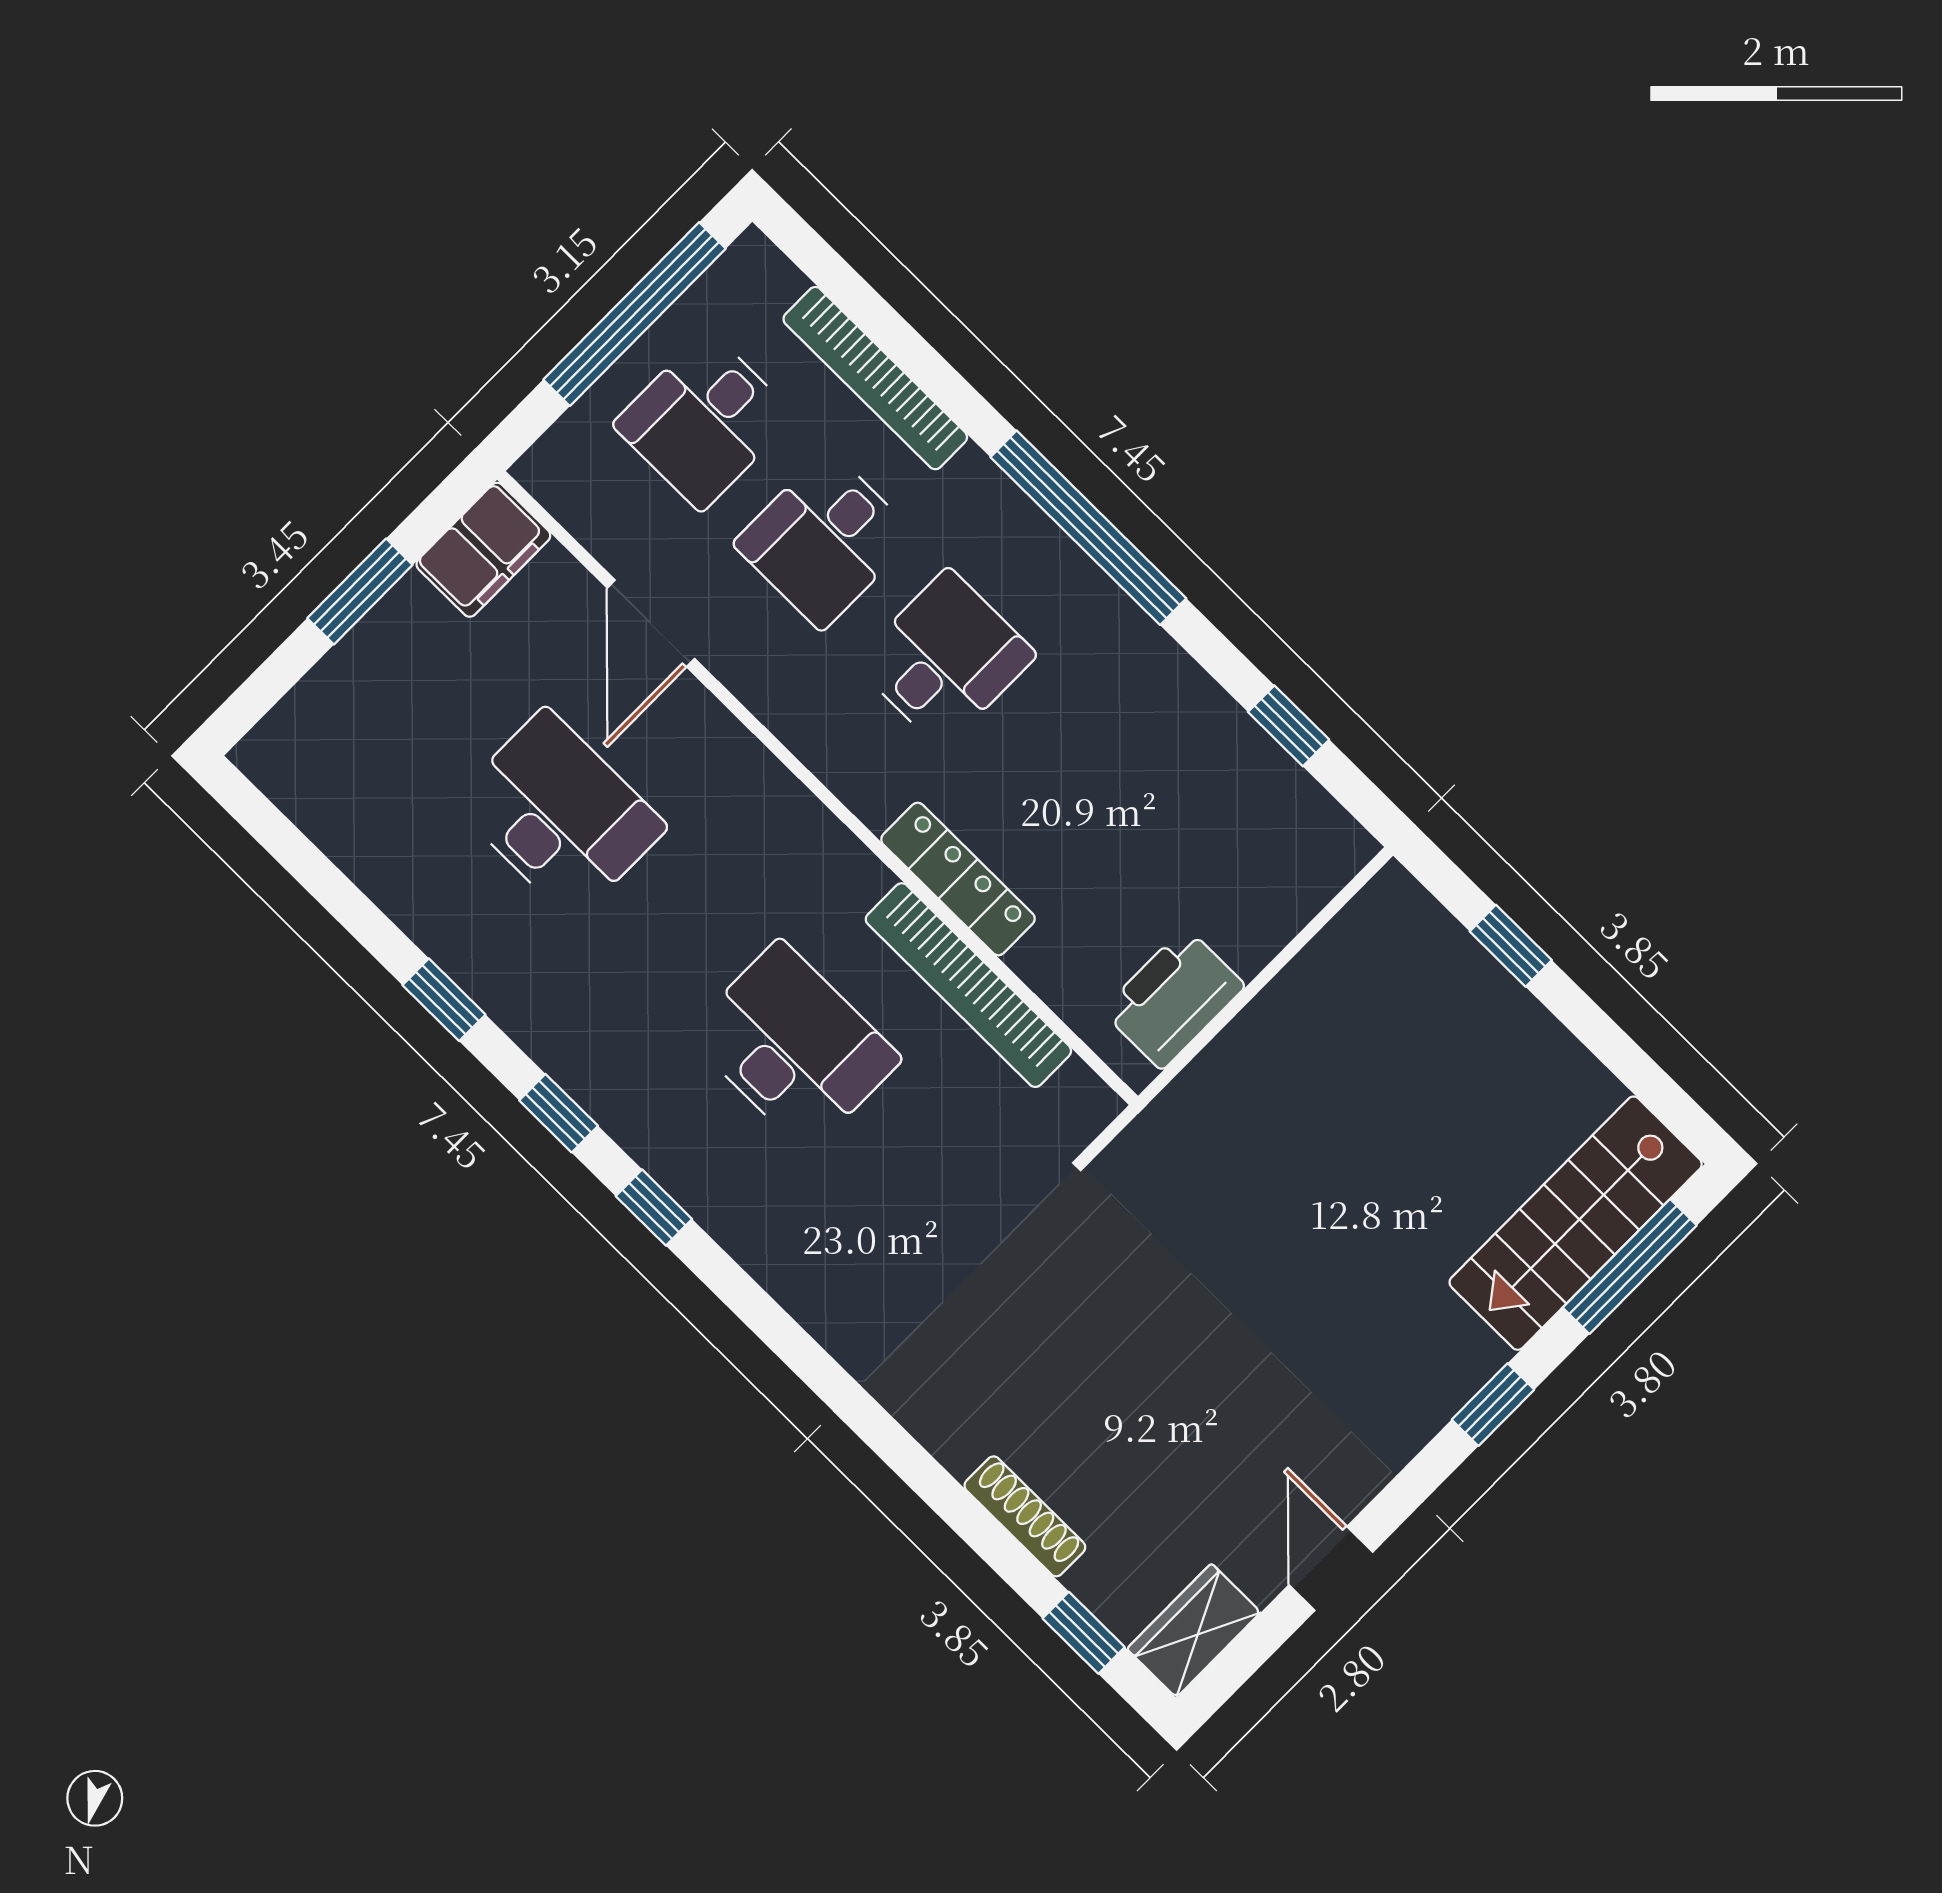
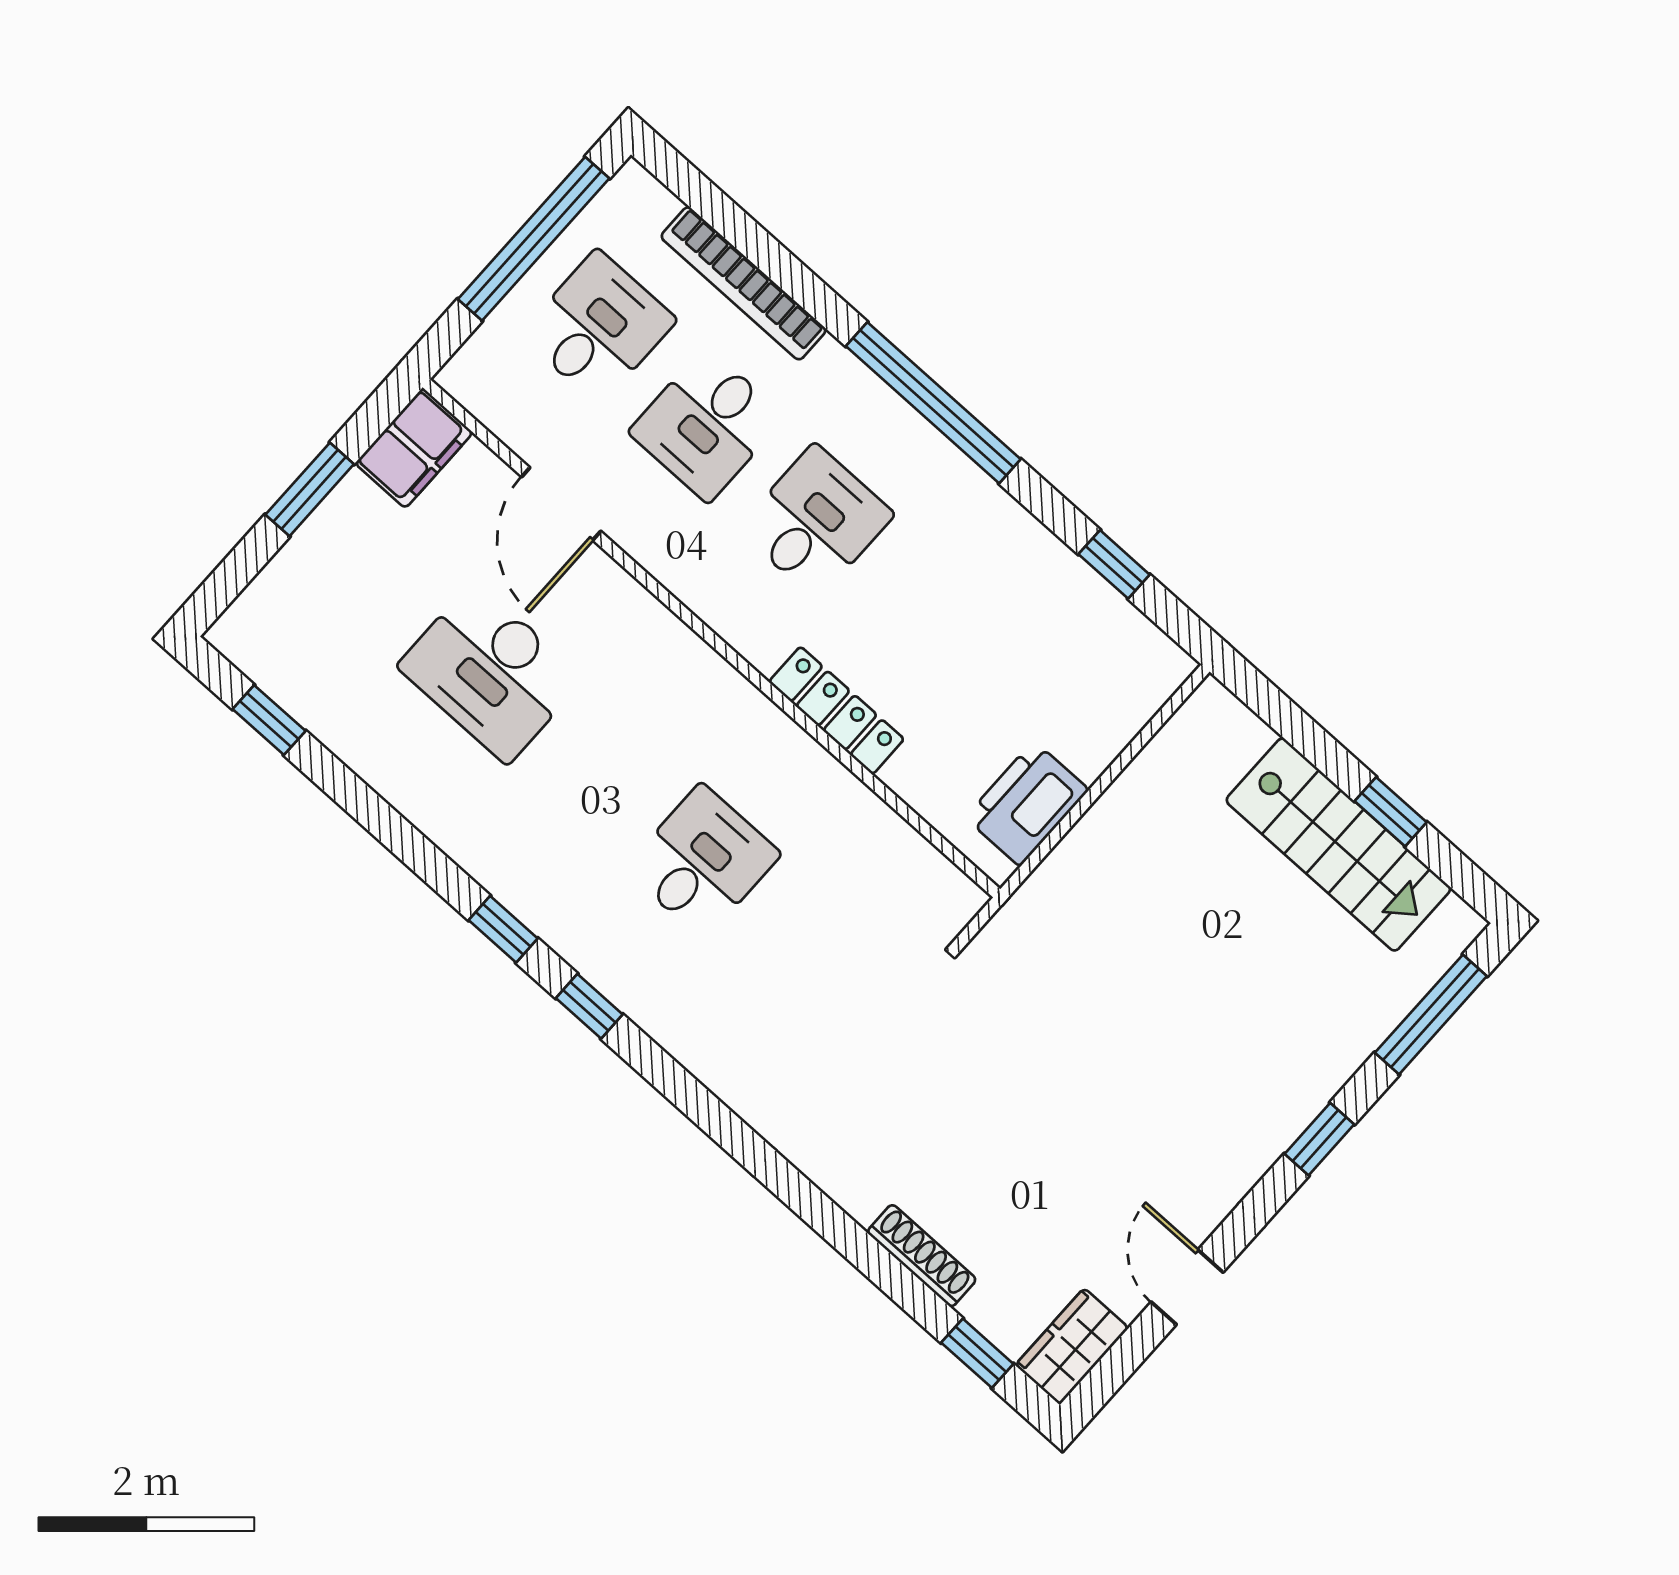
desk: (704, 421) -> (598, 327), turned 180
desk: (559, 814) -> (491, 672), turned 180
window: (1511, 946) -> (1391, 812), moved
bookcase: (968, 985) -> (850, 801), removed
window: (444, 1000) -> (269, 720), moved
desk: (794, 1046) -> (702, 862), width x0.73
stairs: (1576, 1223) -> (1338, 845), moved, turned -90

